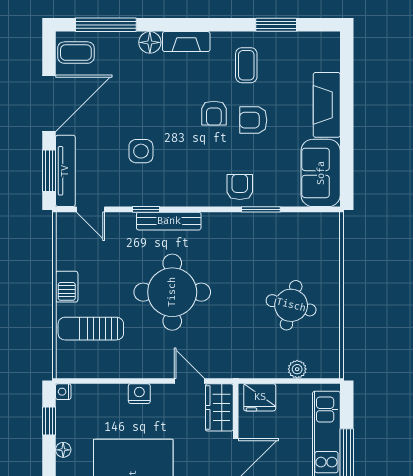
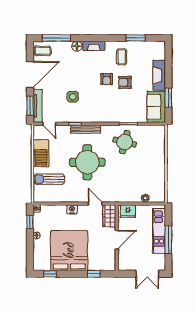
window: (347, 153) -> (168, 98), added
armchair: (240, 187) -> (119, 113), removed
barbecue: (67, 287) -> (41, 153), width x1.88, depth x1.53
round table: (291, 305) -> (125, 142), moved

